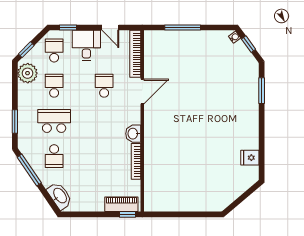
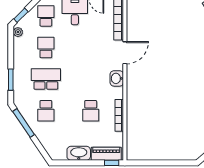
plant: (28, 73) -> (18, 32), width x0.53, depth x0.53
school desk: (104, 86) -> (91, 111), moved, turned 180
washbasin: (133, 134) -> (117, 78), moved
washbasin: (60, 196) -> (79, 153), moved, turned -56

